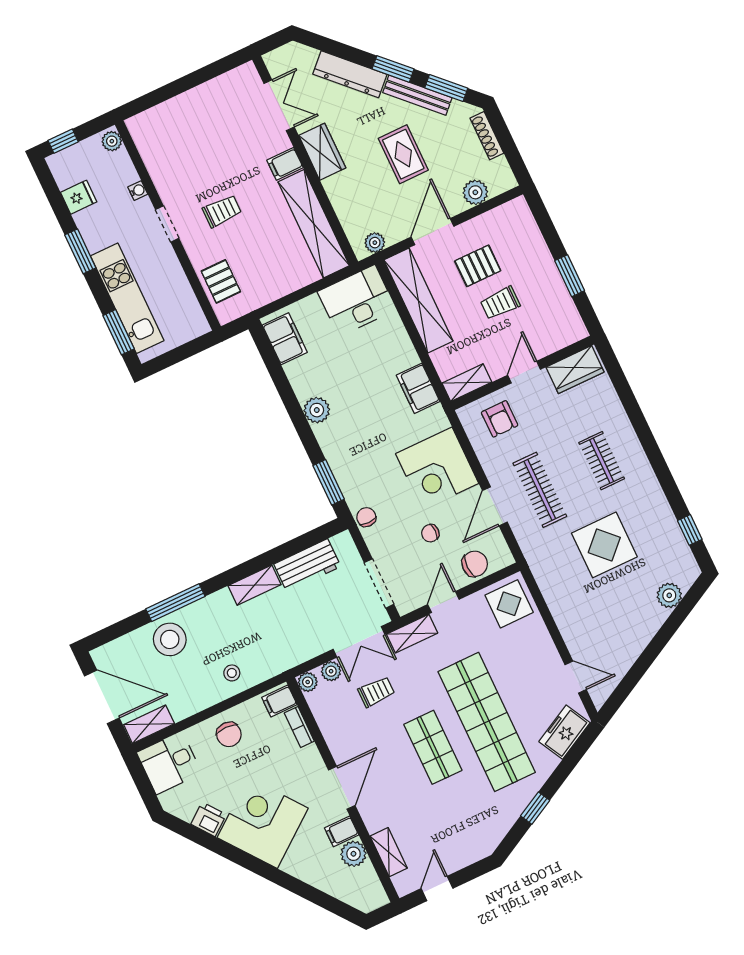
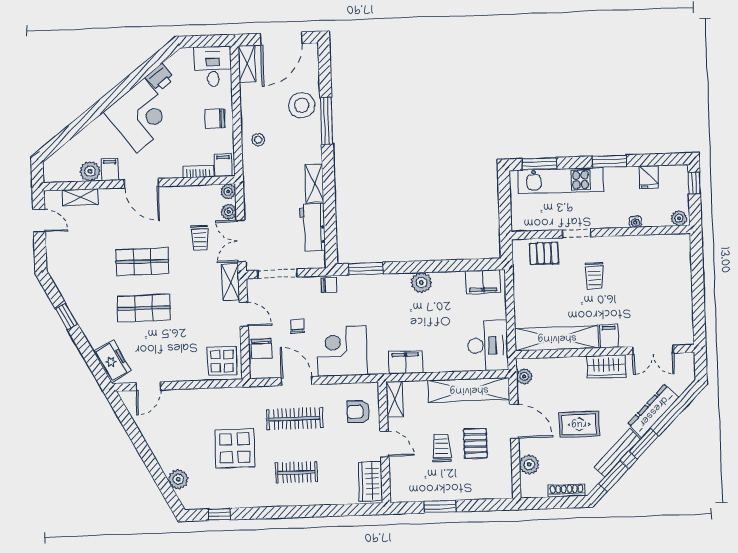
doorway: (167, 224) -> (577, 233), moved
shop shelf: (487, 722) -> (144, 308), width x0.50, depth x0.74

